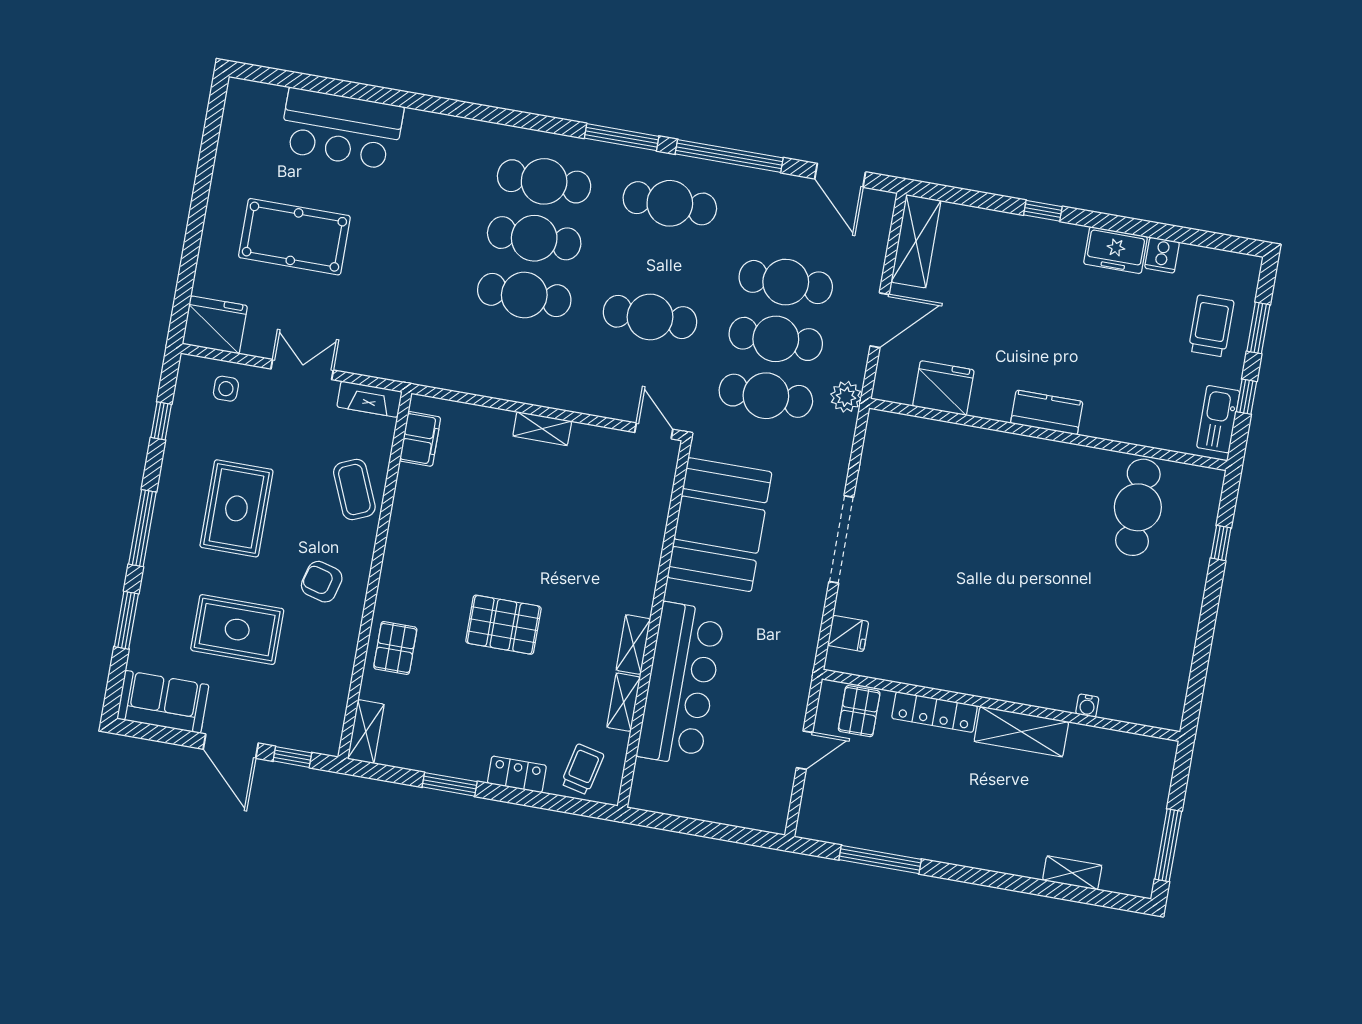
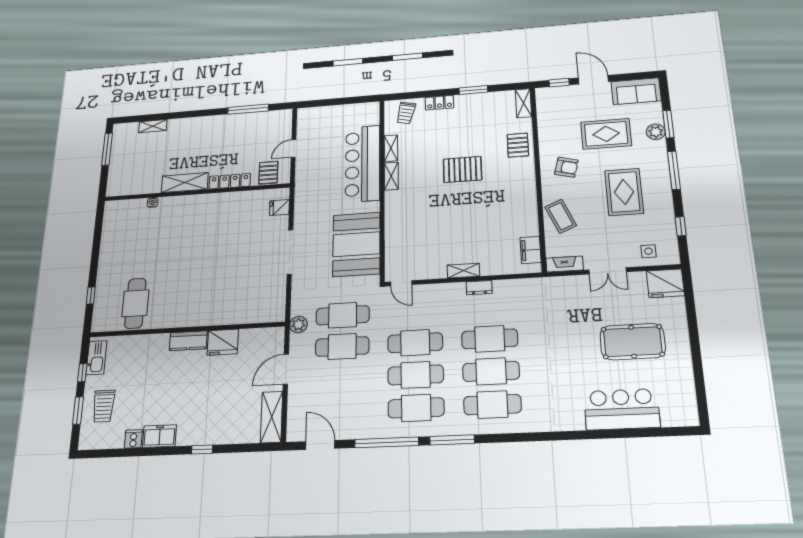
cafe table: (786, 282) -> (416, 375), moved
fridge: (943, 388) -> (223, 342), moved
dresser: (522, 391) -> (479, 288), added
plant: (152, 611) -> (656, 132), added

